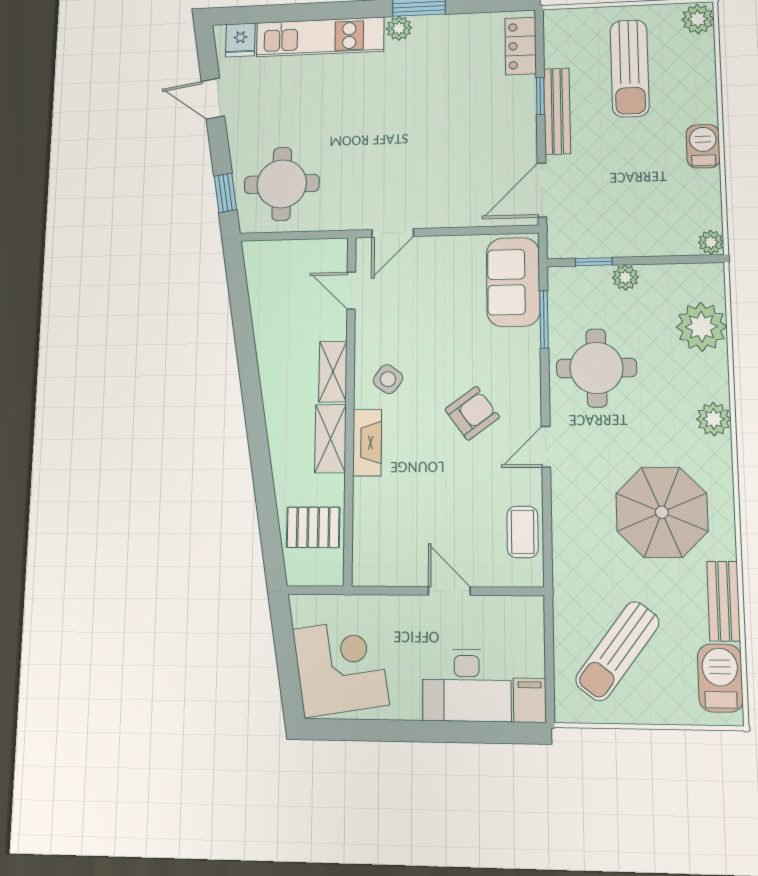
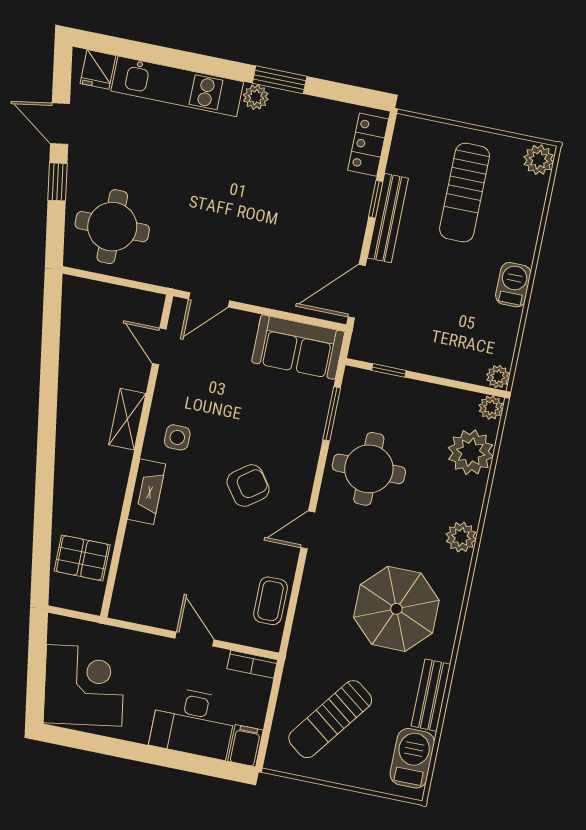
window: (225, 193) -> (57, 182), moved
plant: (625, 277) -> (491, 407), moved
sofa: (513, 282) -> (298, 347), moved, turned -90
side table: (388, 379) -> (177, 437), turned -36
shelving: (330, 439) -> (113, 481), removed
bookcase: (518, 606) -> (252, 664), added

